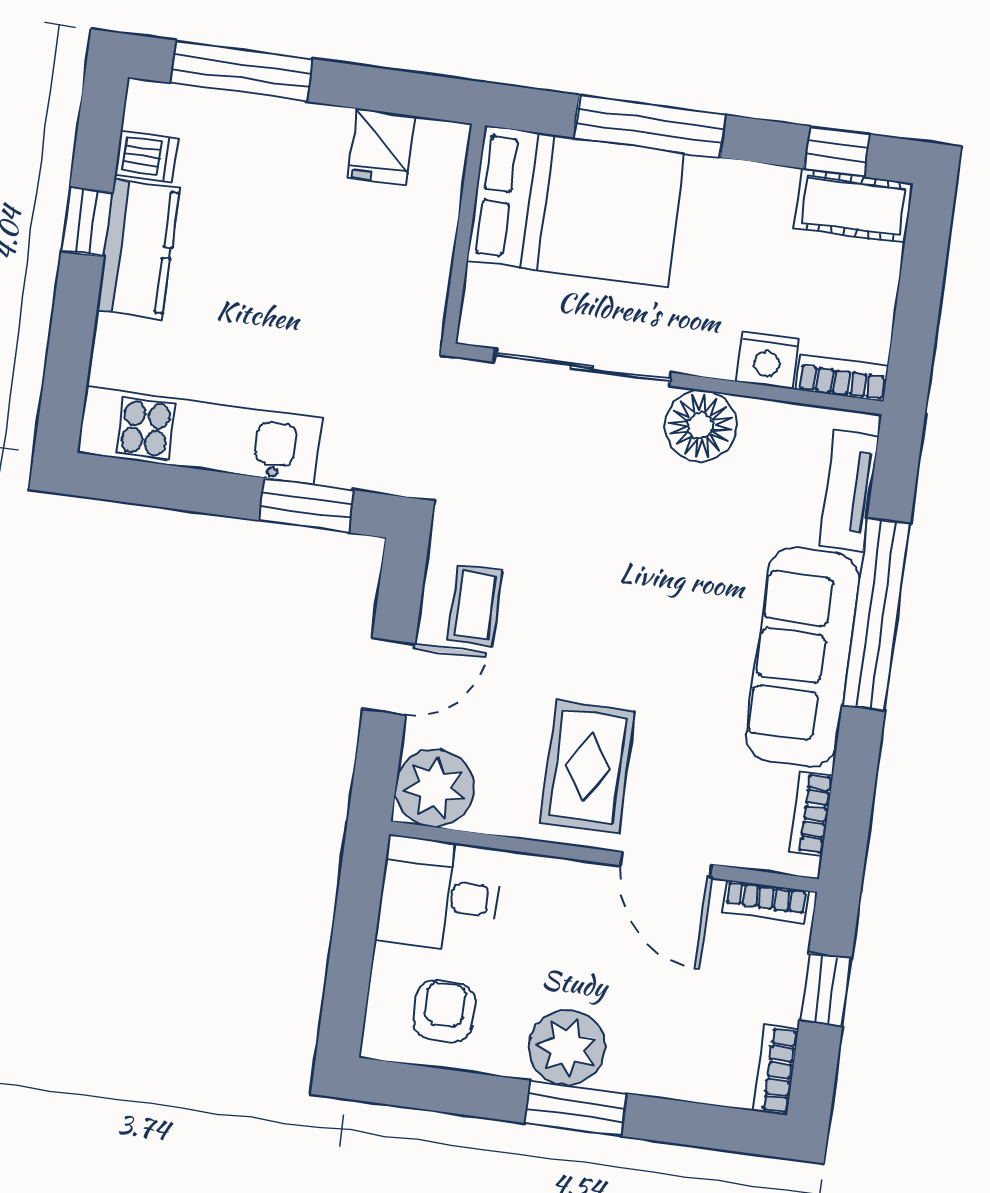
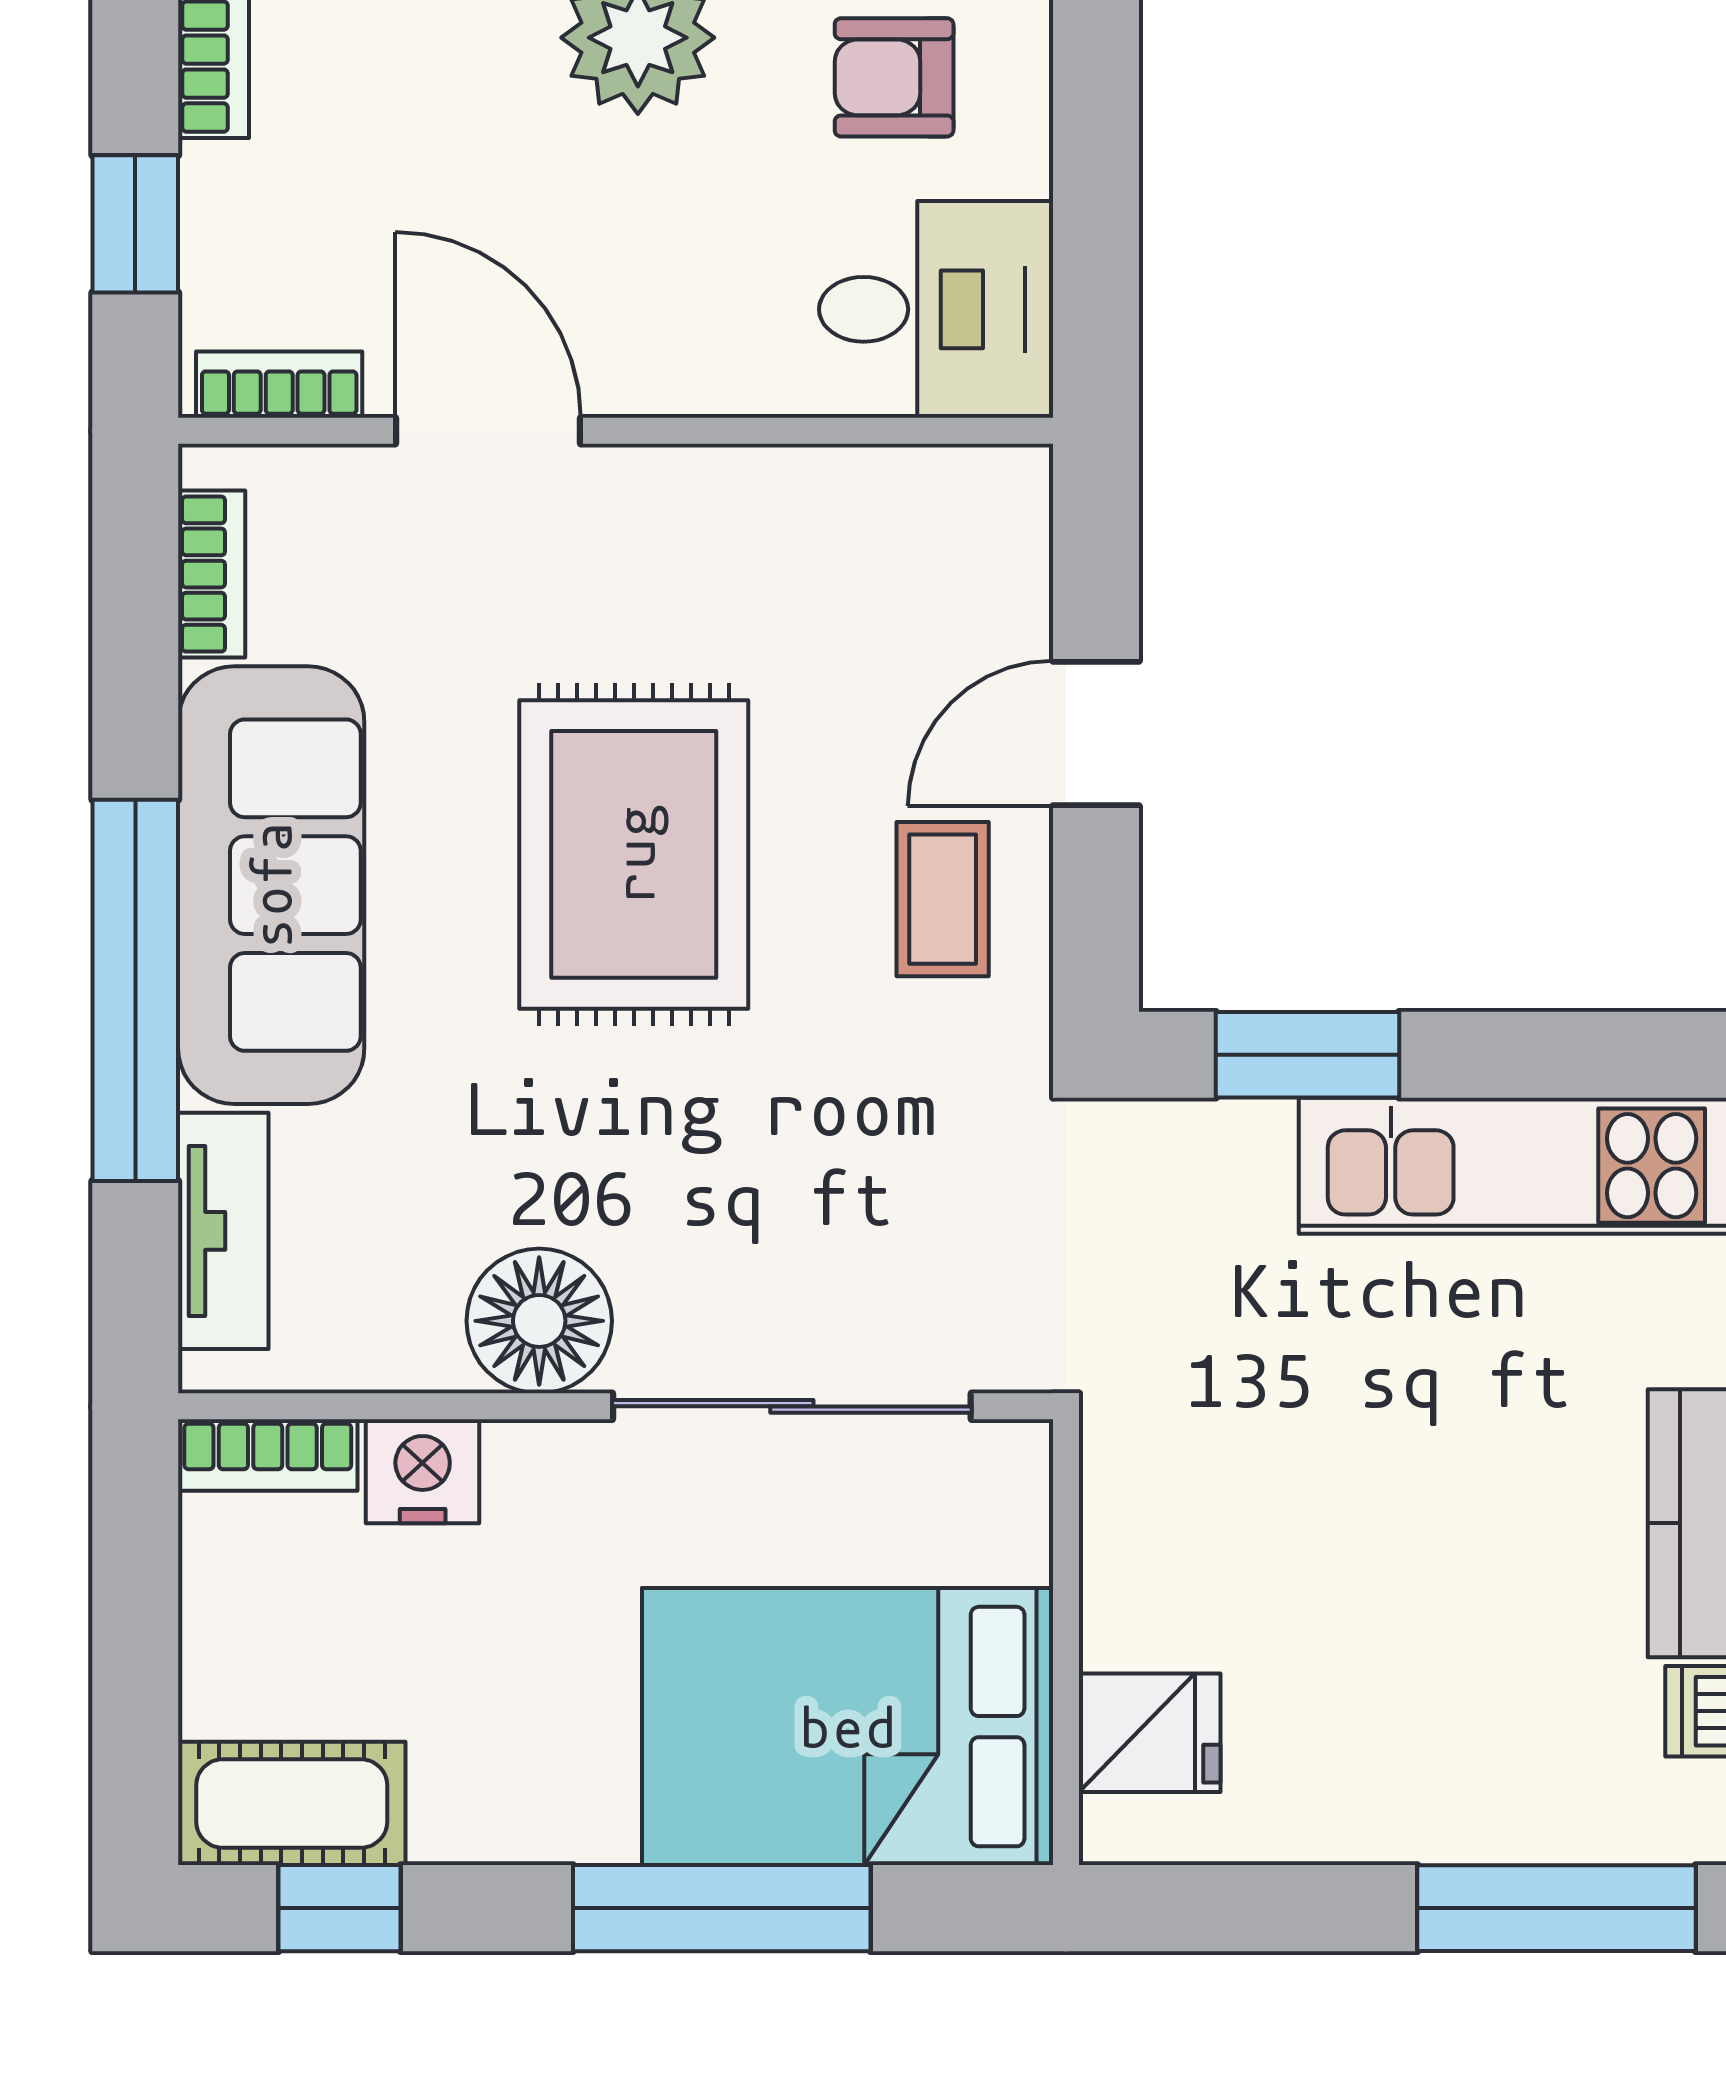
fridge: (381, 147) -> (1150, 1733), moved, turned 90
rug: (588, 767) -> (634, 854), moved, width x1.36, depth x1.43
plant: (435, 788) -> (974, 522), removed
armchair: (444, 1011) -> (894, 77), turned 90

